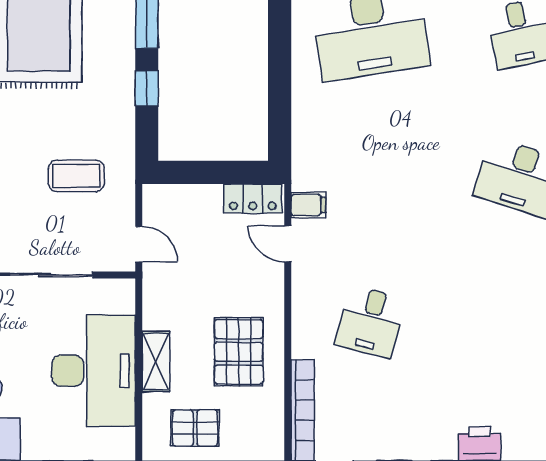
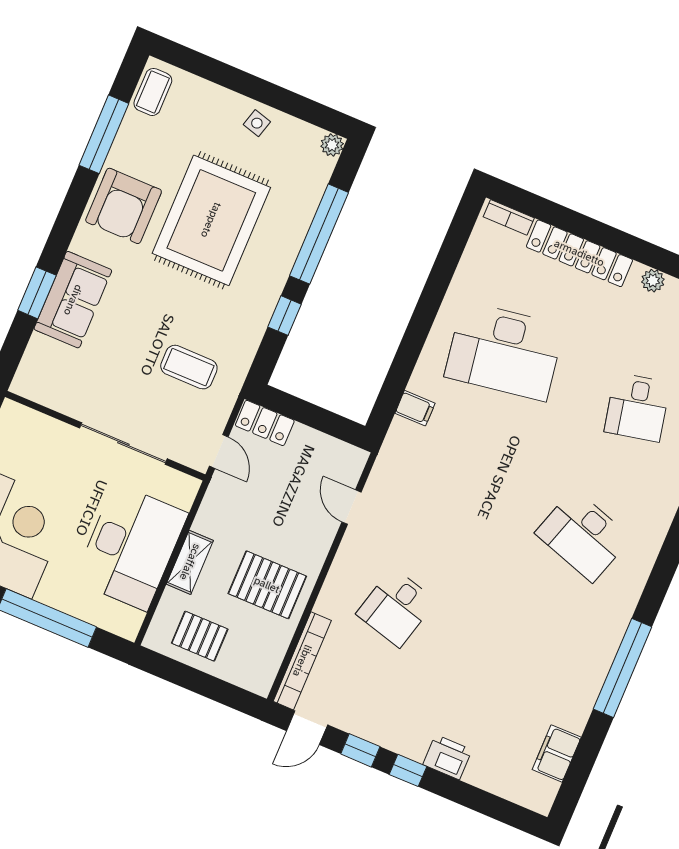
locker: (253, 199) -> (265, 423), moved
filing cabinet: (308, 205) -> (415, 408), moved
pallet: (239, 352) -> (267, 585), turned 90

